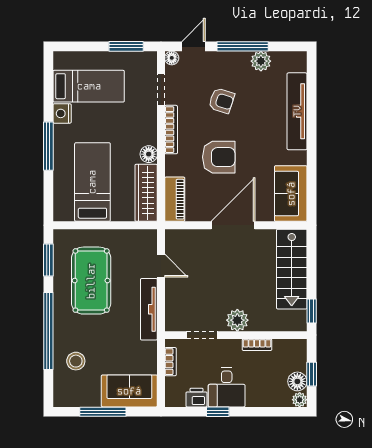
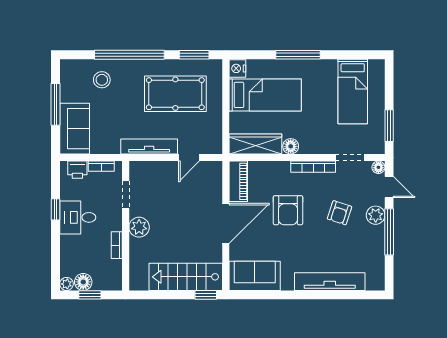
plant: (261, 61) -> (376, 215), moved
nightstand: (62, 113) -> (237, 68), moved, turned -90
piano: (175, 199) -> (238, 181), moved, turned -90
door: (233, 225) -> (226, 223), hinge flipped
window: (312, 311) -> (206, 295), moved
printer: (196, 398) -> (77, 170), moved, turned 90

